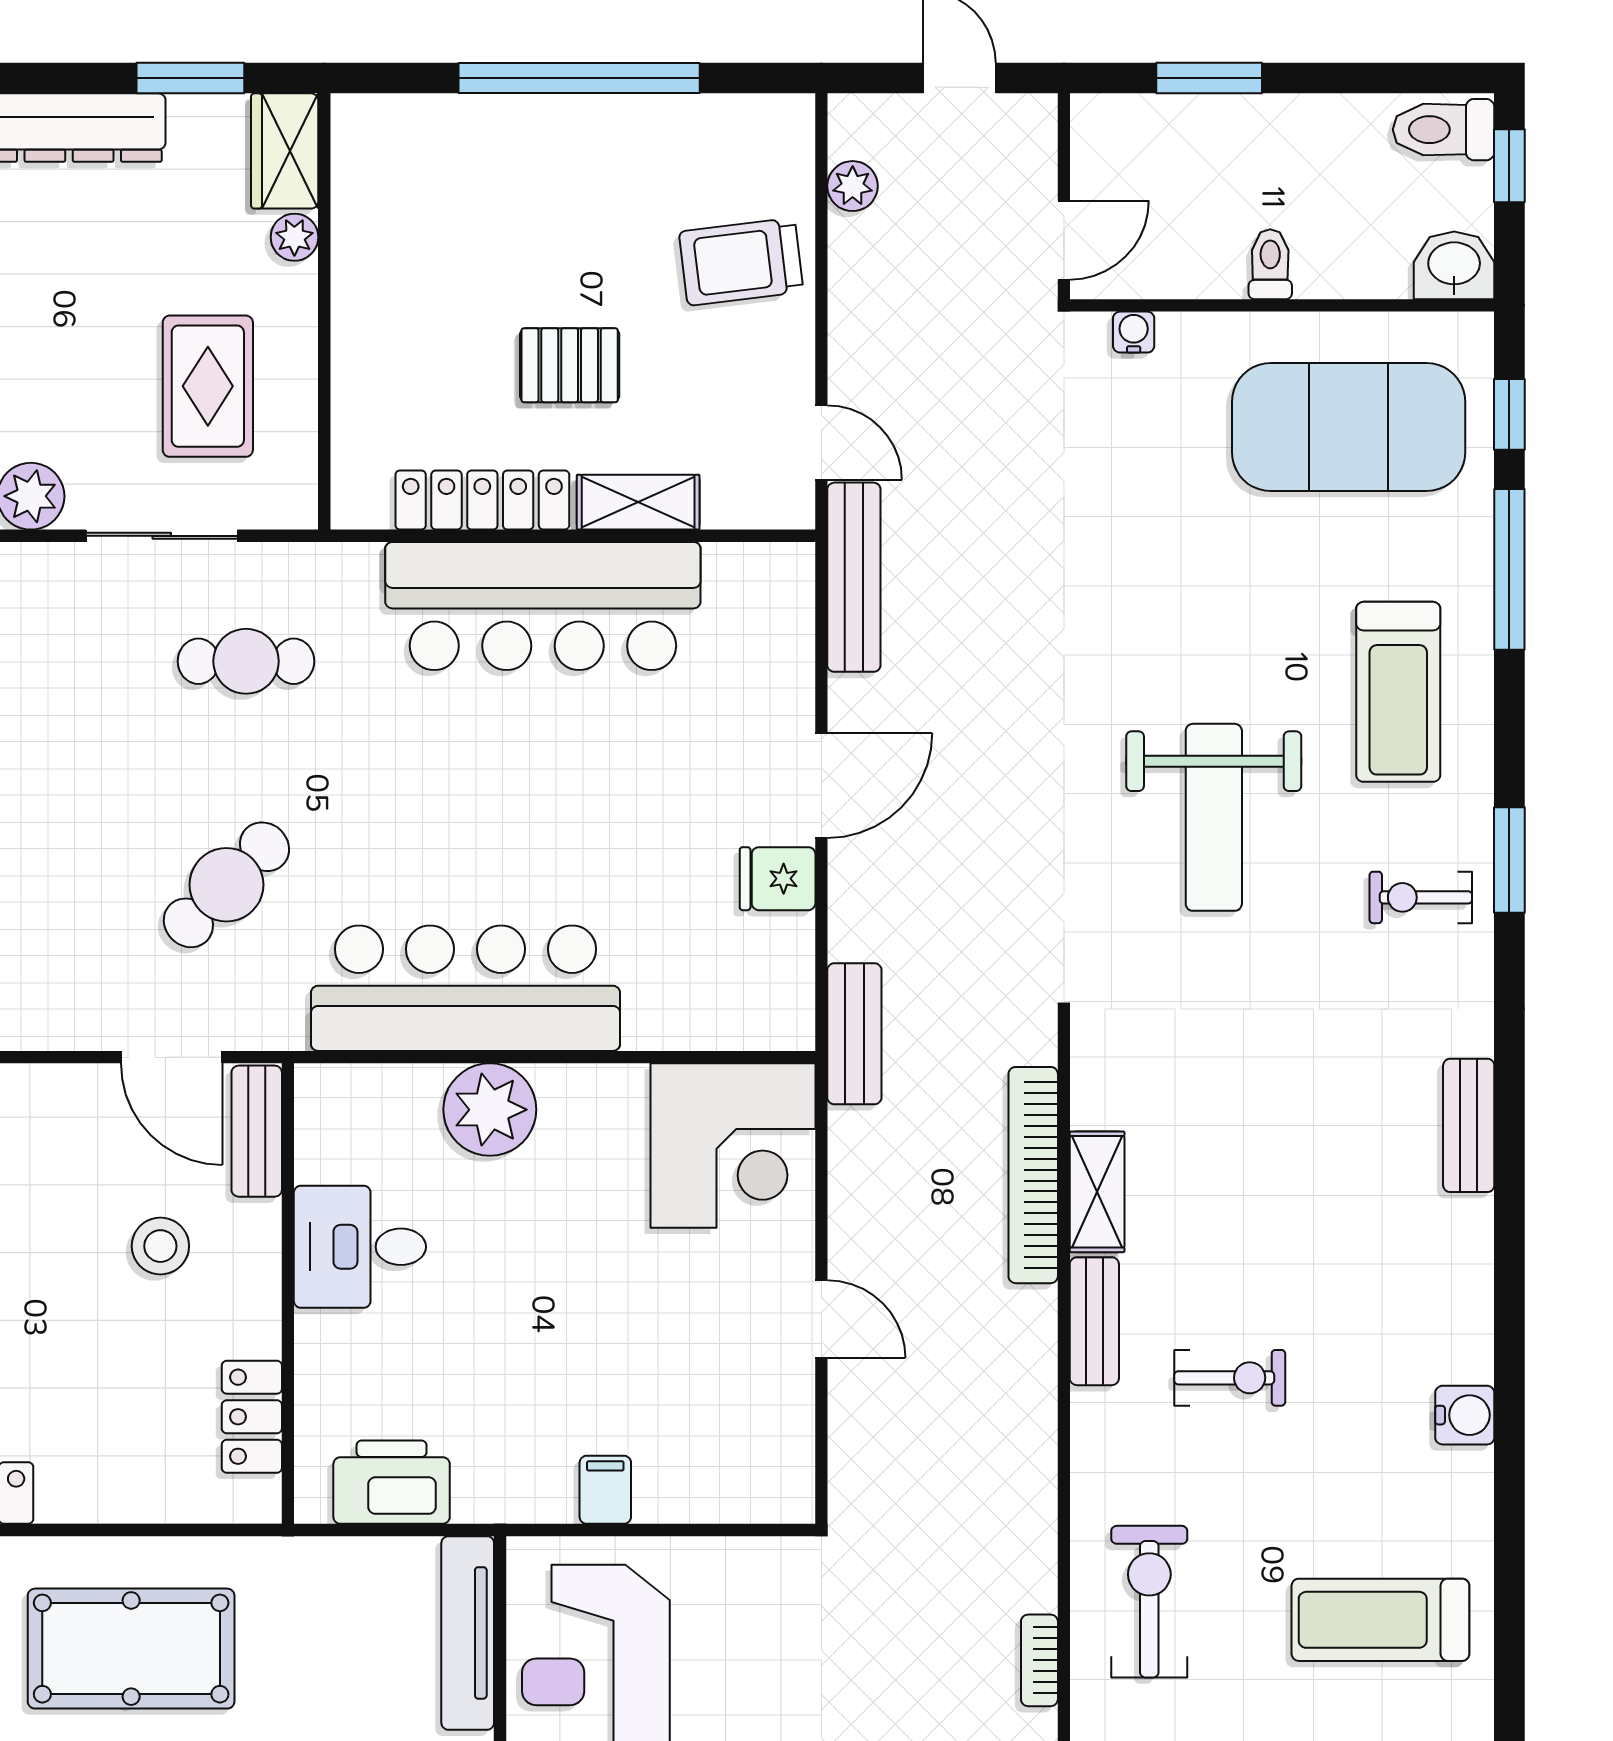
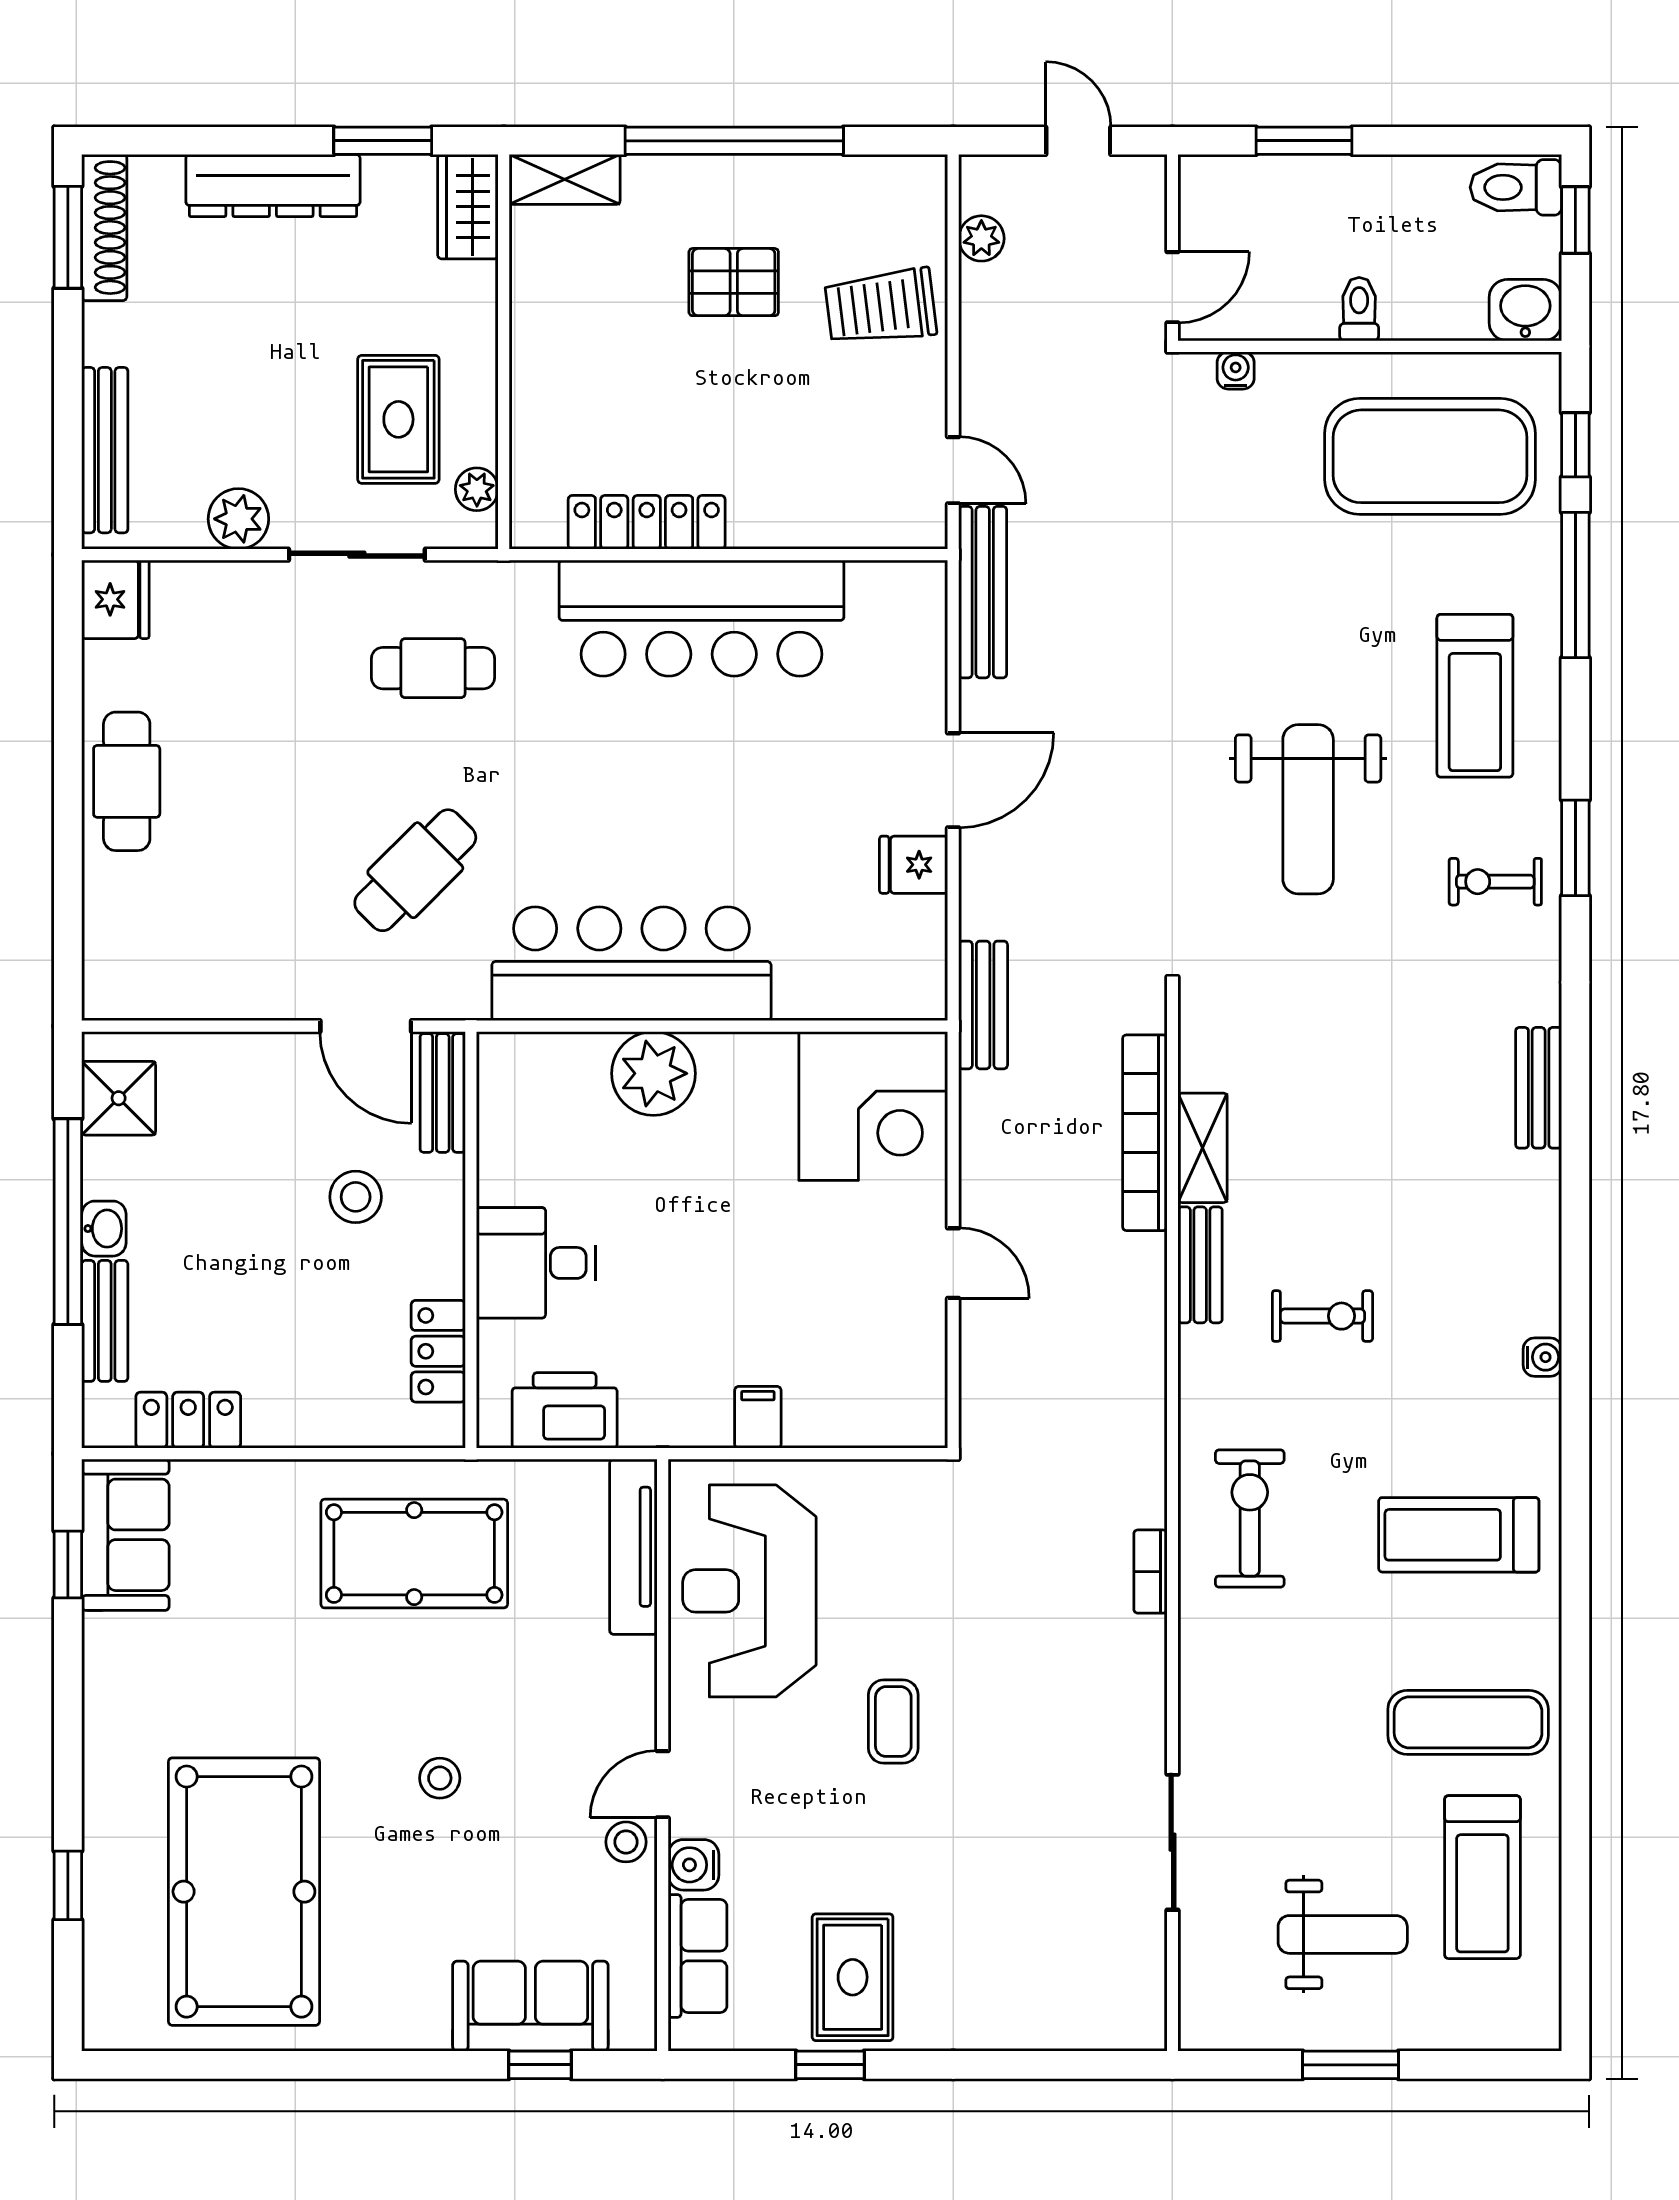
plant: (294, 237) -> (477, 489), moved
pallet: (570, 365) -> (734, 282), moved
shelving: (638, 502) -> (565, 179), moved
desk: (360, 1247) -> (536, 1263), moved
water cooler: (1465, 1415) -> (1542, 1357), width x0.72, depth x0.72
pool table: (131, 1649) -> (414, 1554), moved

